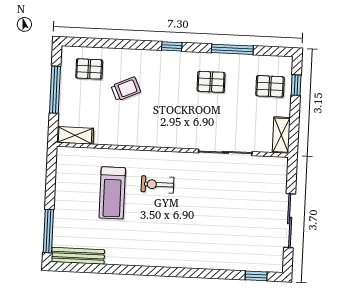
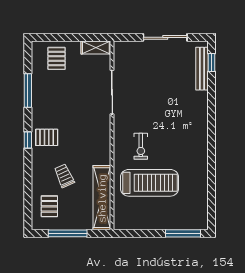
pallet: (211, 82) -> (47, 137), moved, turned 90
window: (296, 85) -> (55, 37), removed
shelving: (75, 135) -> (102, 198), width x2.20, depth x1.33
treadmill: (112, 193) -> (149, 183), width x1.37, depth x1.38
bench: (78, 256) -> (202, 69), moved

